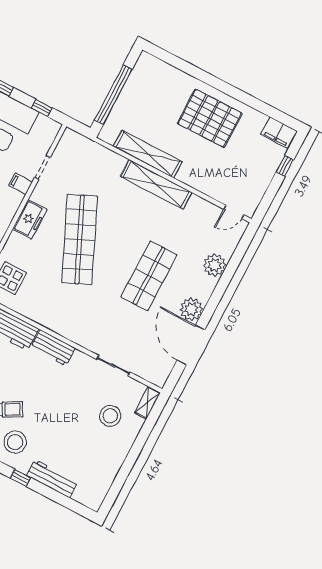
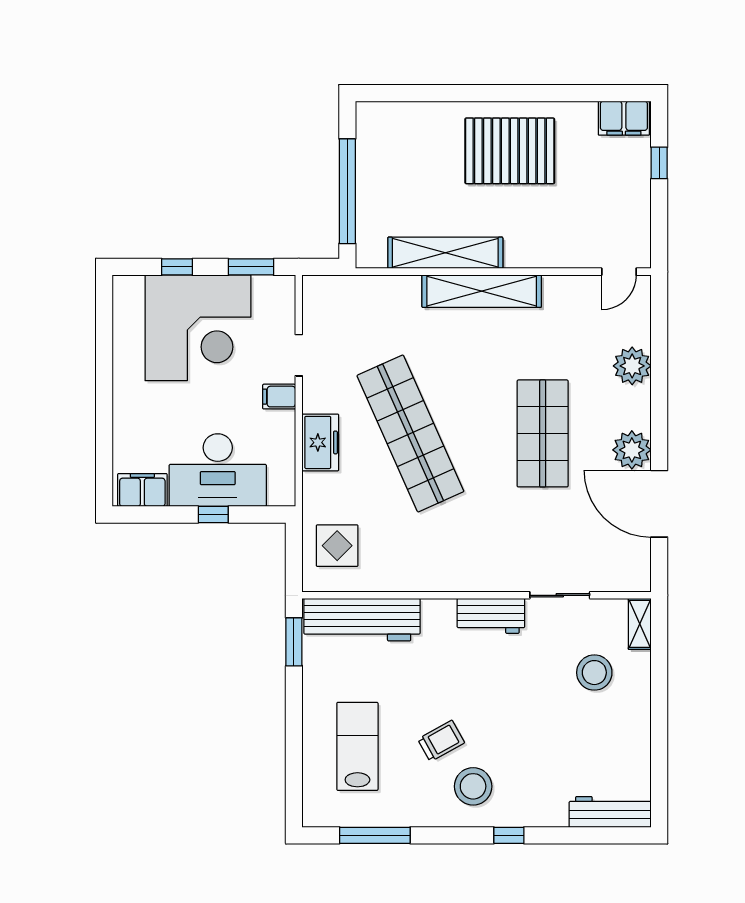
window: (42, 108) -> (251, 267), width x1.50
workbench: (53, 348) -> (491, 616), moved
workbench: (52, 479) -> (610, 812), moved

